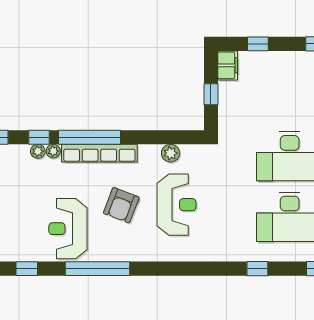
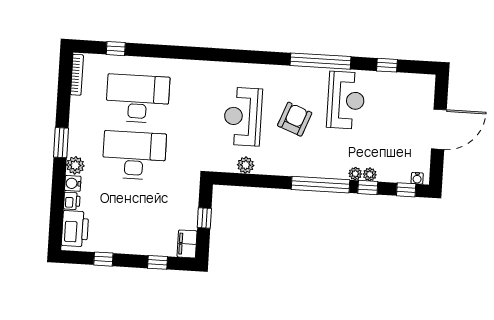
row of seats: (99, 153) -> (312, 169), removed
window: (257, 269) -> (171, 52), removed

